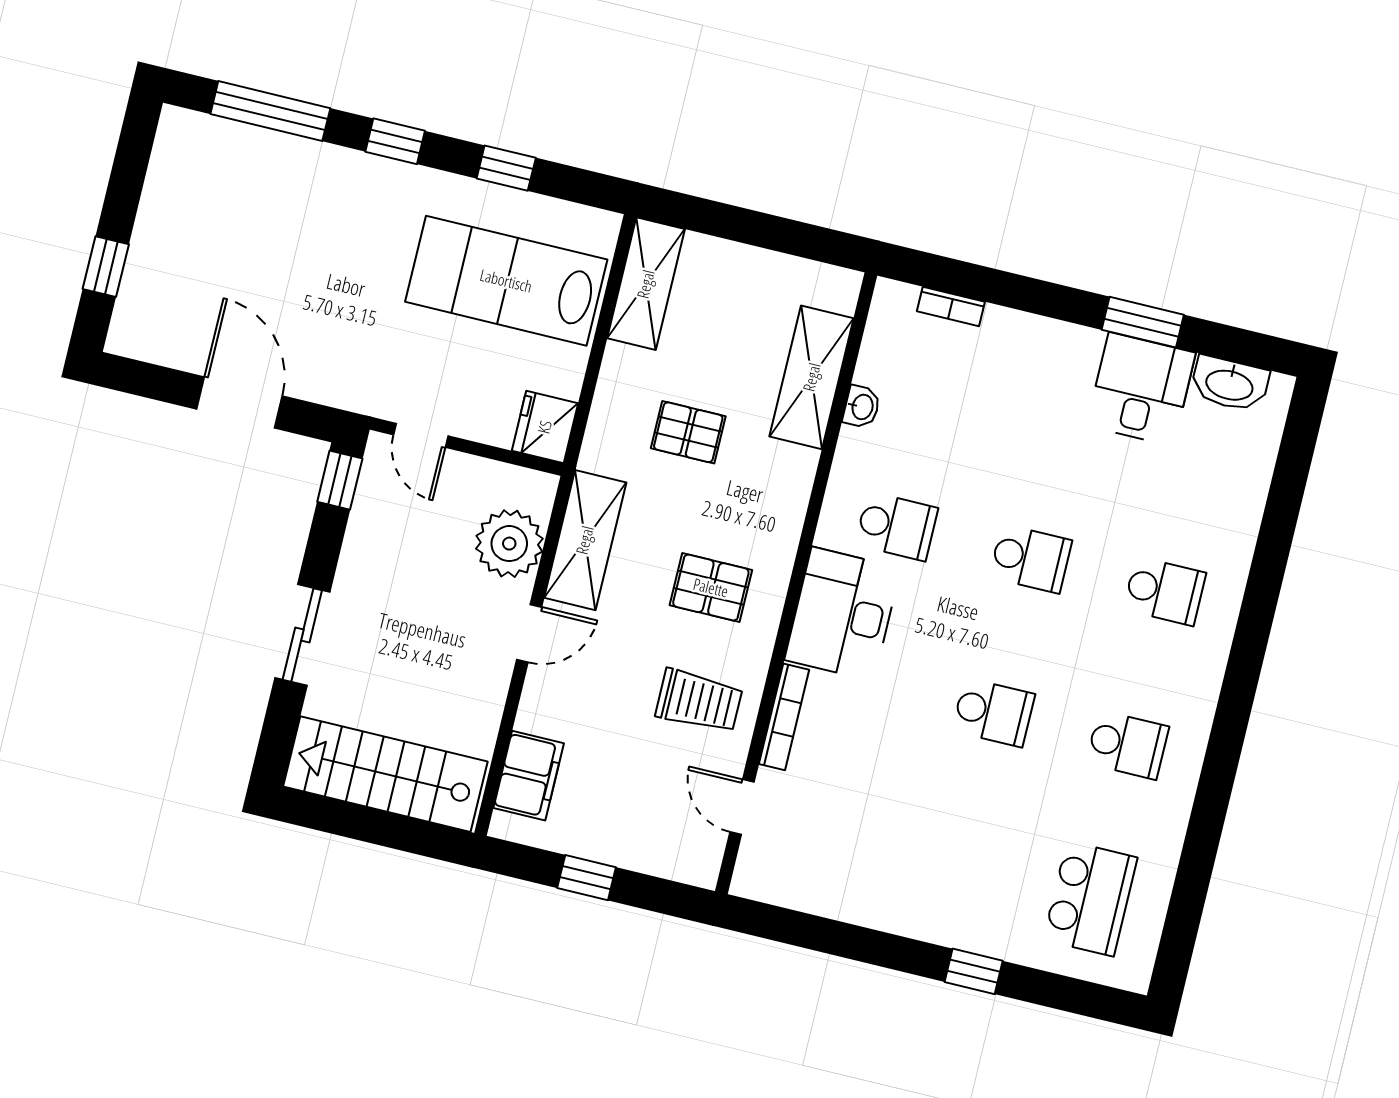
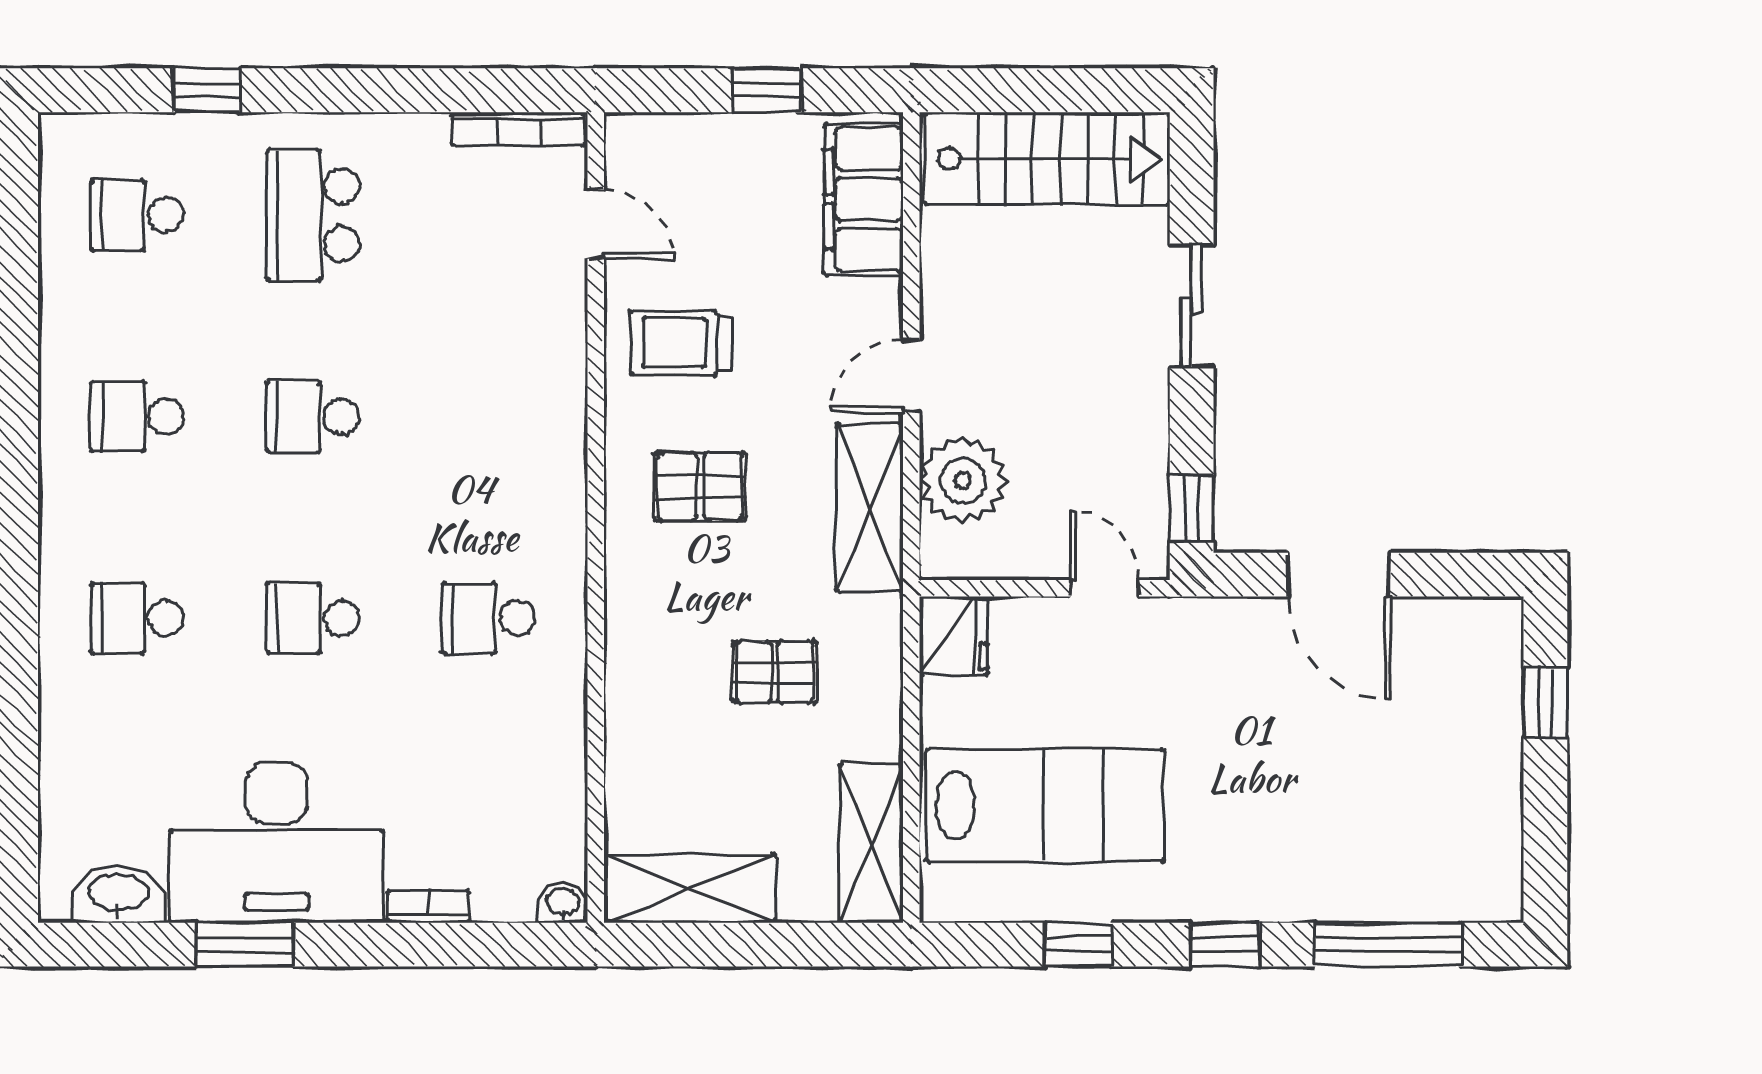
bookcase: (951, 306) -> (428, 907), moved
shelving: (812, 377) -> (690, 888), moved, turned 90
desk: (1141, 389) -> (277, 843), width x1.87, depth x1.30
washbasin: (862, 407) -> (563, 903), moved, turned 90
desk: (843, 614) -> (529, 493), removed
bookcase: (784, 717) -> (518, 129), moved, turned -90
filing cabinet: (529, 776) -> (864, 199), width x1.50, depth x1.17
school desk: (956, 866) -> (313, 215), added
school desk: (1090, 899) -> (137, 215), width x0.54
window: (974, 971) -> (207, 90), moved

